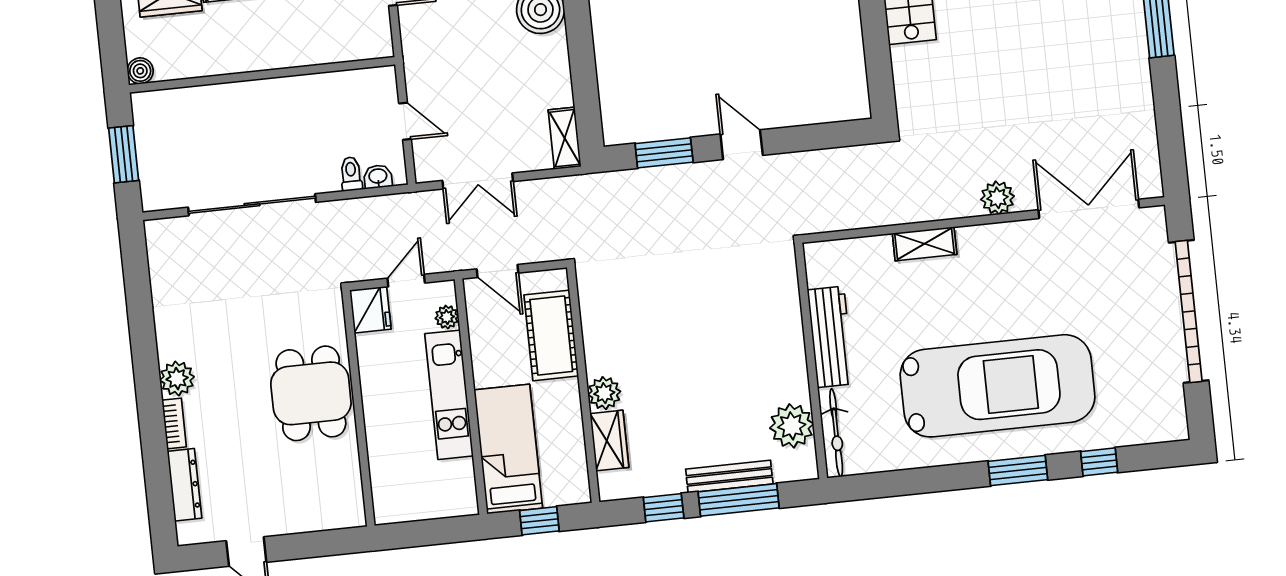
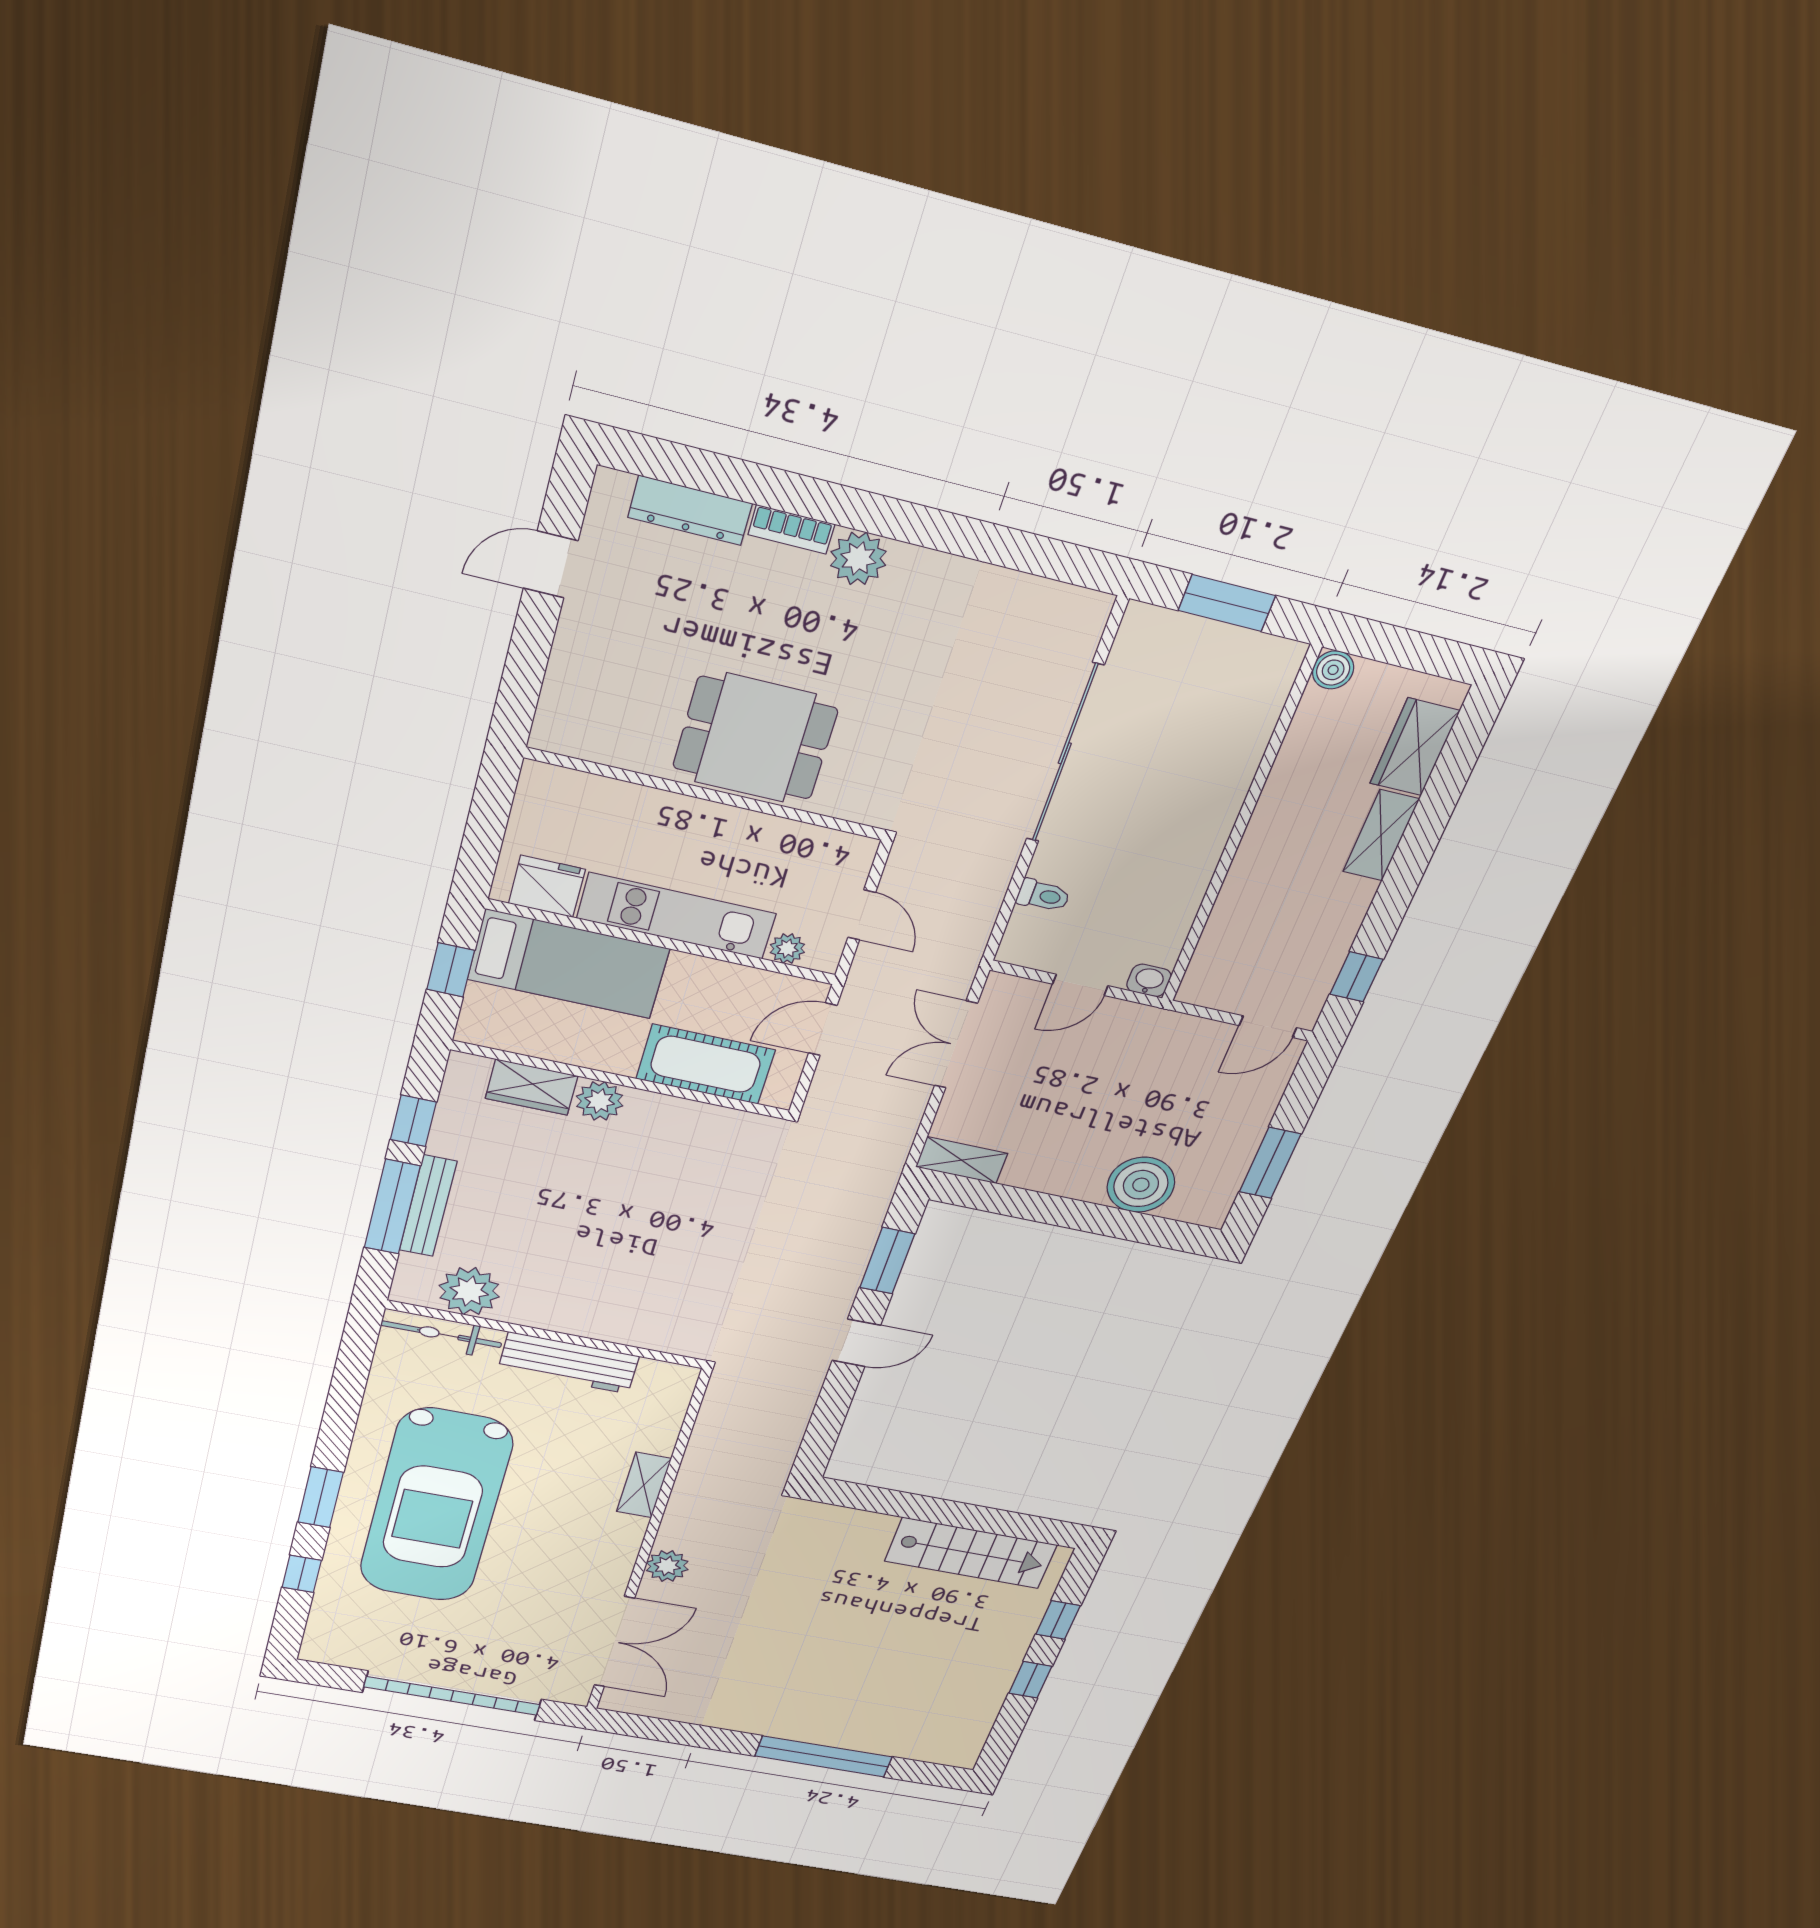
washbasin: (378, 177) -> (1149, 980), moved, turned -90
fridge: (370, 310) -> (547, 886), moved, turned 180

